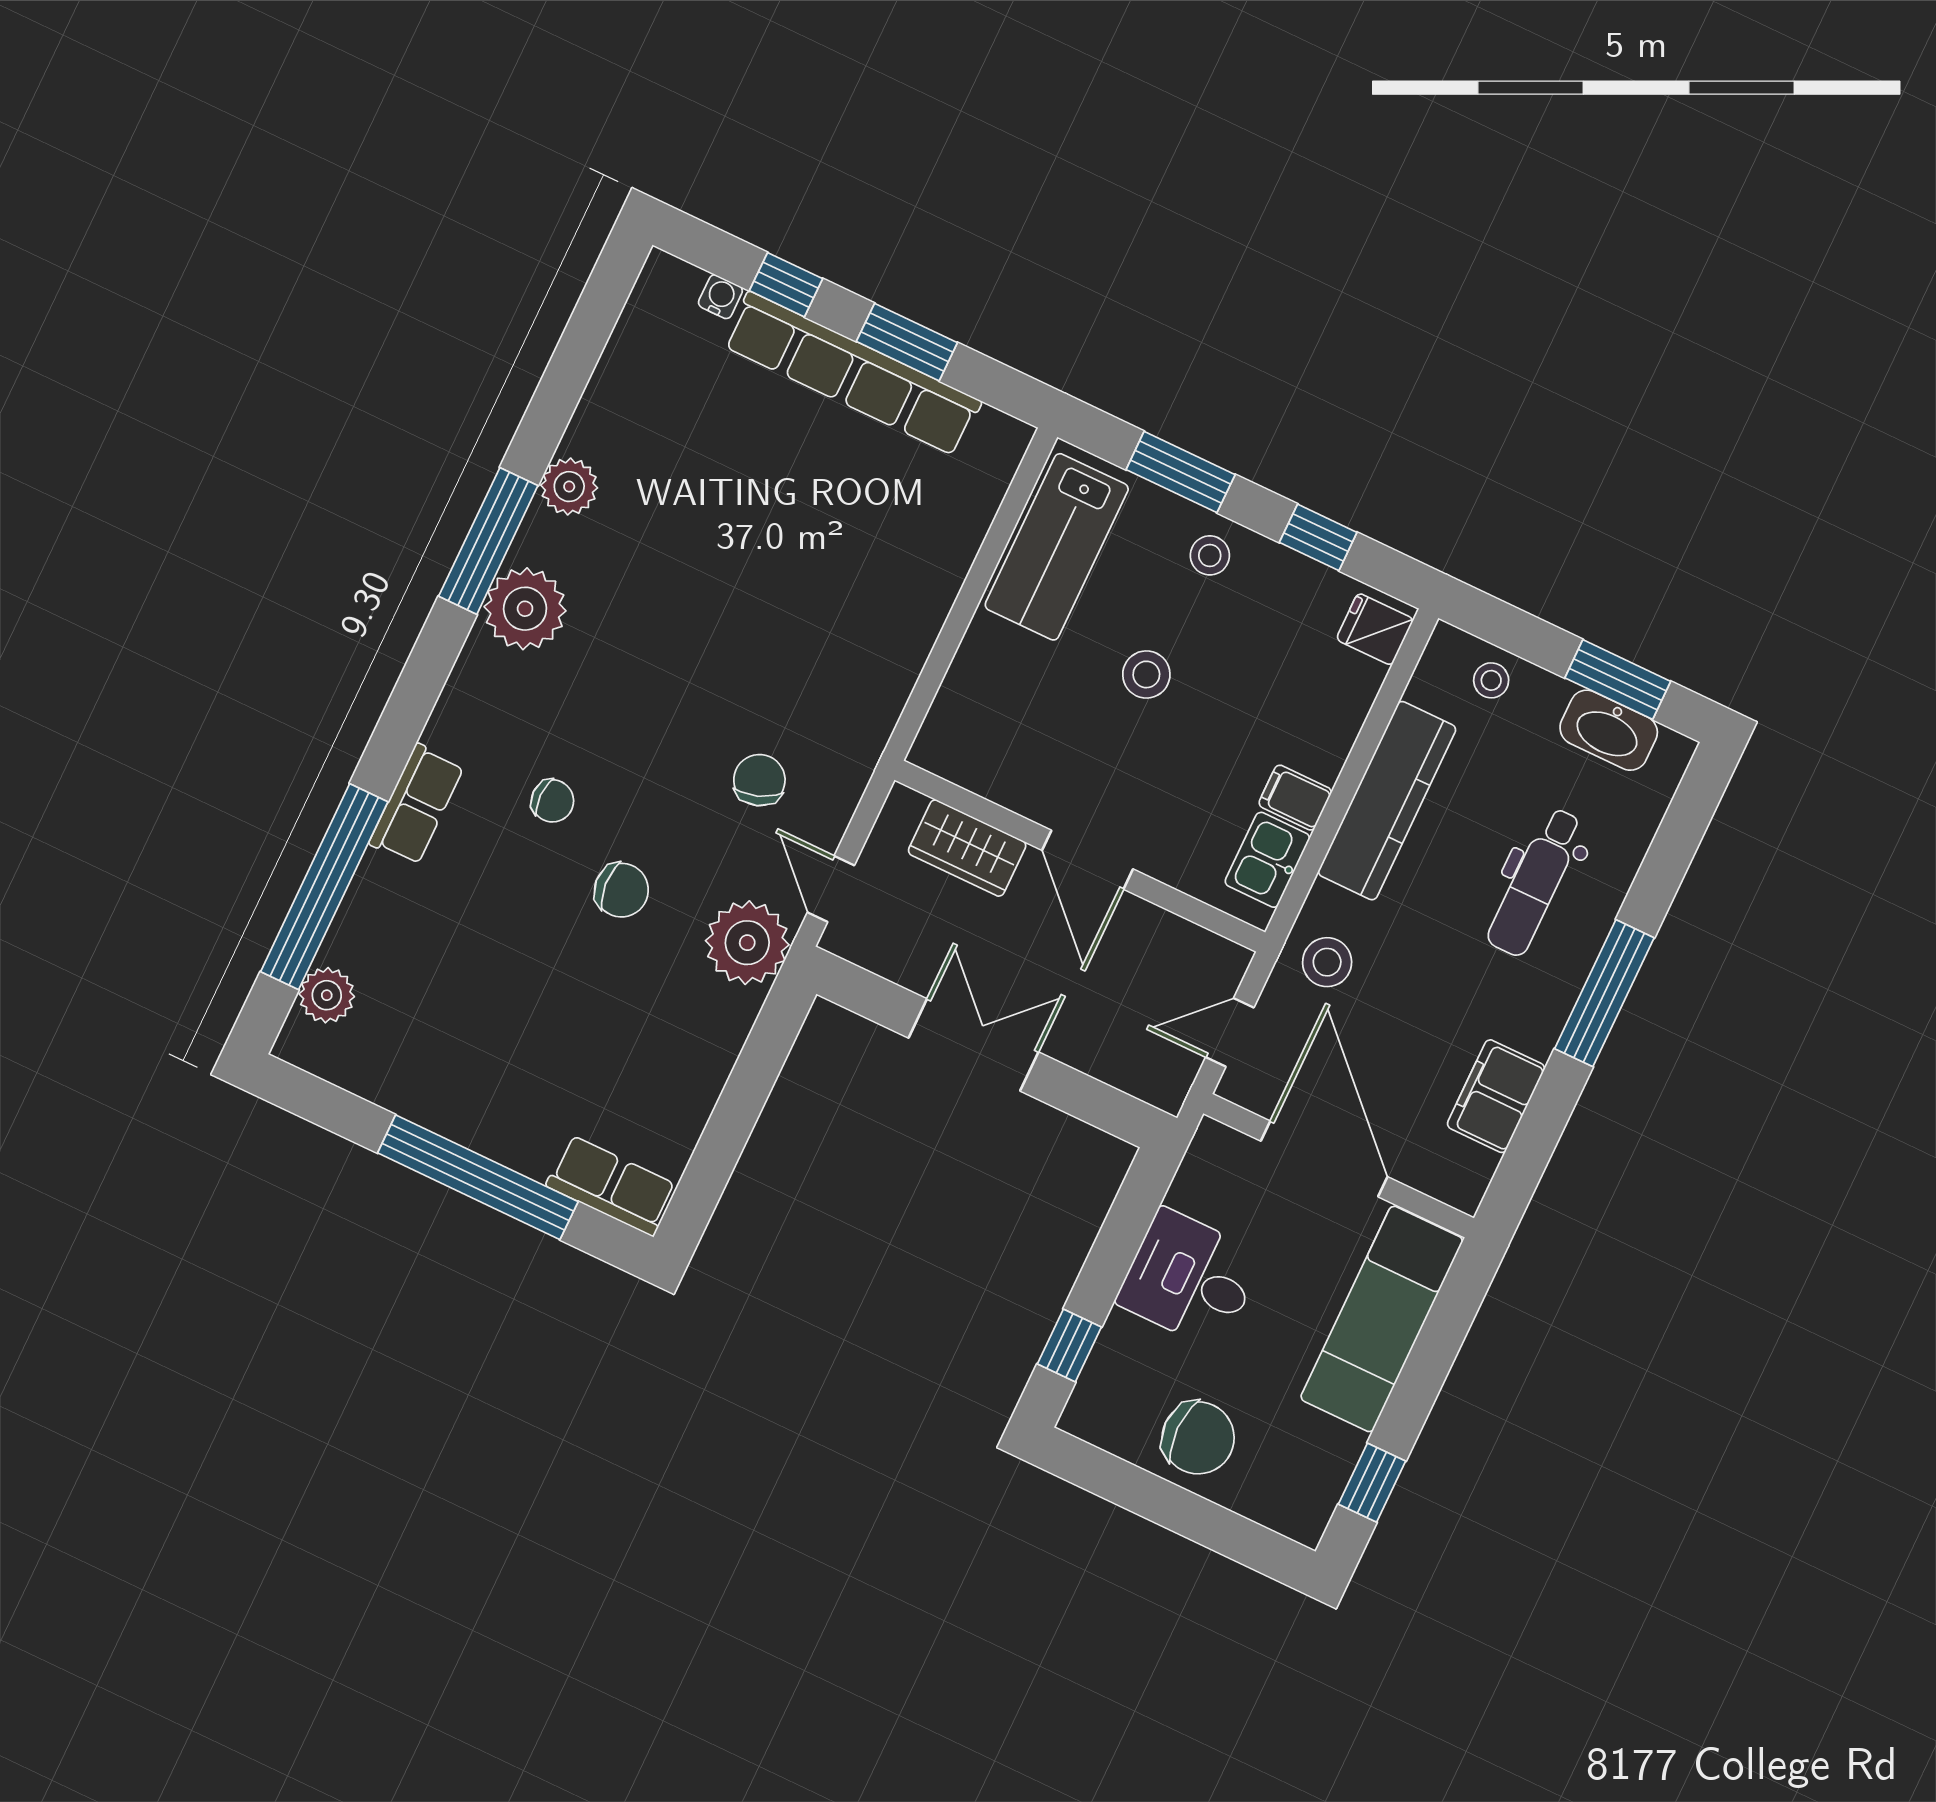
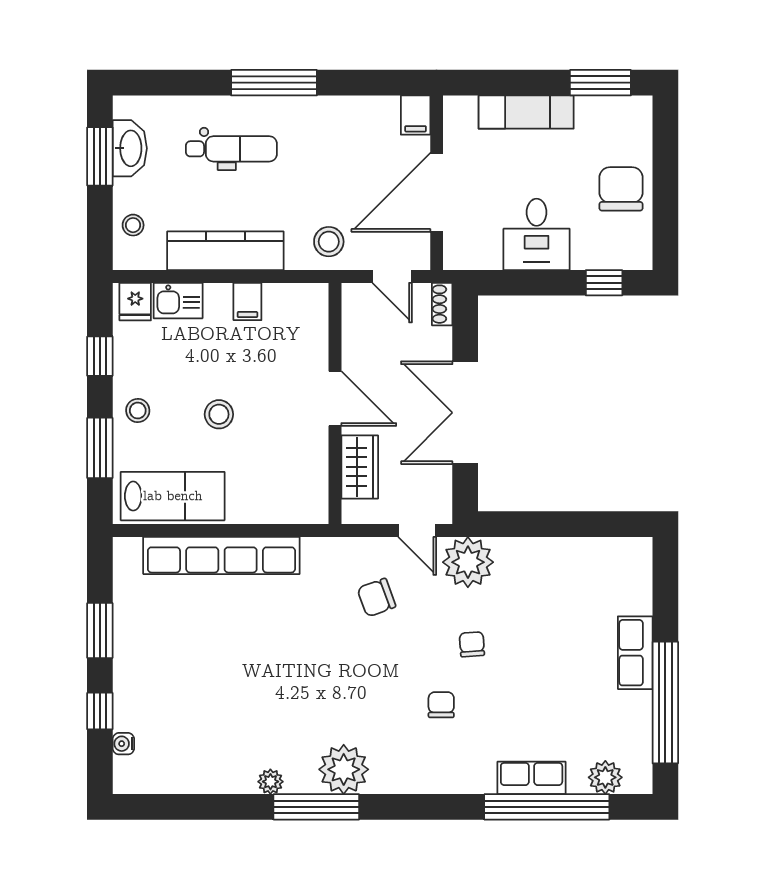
row of seats: (852, 374) -> (221, 555), moved, turned 90
plant: (569, 487) -> (270, 782), width x0.73, depth x0.73
row of seats: (416, 805) -> (532, 778), moved
door: (1087, 860) -> (335, 398), hinge flipped
kitchen sink: (1267, 860) -> (178, 301), moved
door: (831, 889) -> (417, 531), hinge flipped
chair: (621, 890) -> (472, 644), width x0.73, depth x0.73
double door: (973, 1045) -> (465, 413), width x1.37
shoe rack: (1153, 1088) -> (442, 304), added
filing cabinet: (1496, 1096) -> (416, 115), moved, width x0.50
window: (478, 1177) -> (665, 703), moved
row of seats: (612, 1185) -> (635, 653), moved
exam couch: (1382, 1319) -> (526, 112), width x0.73, depth x0.69
window: (1372, 1483) -> (600, 83), width x1.50

